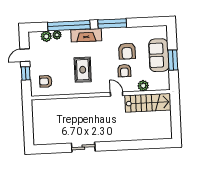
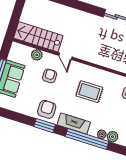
window: (112, 24) -> (45, 126), width x0.69
armchair: (127, 51) -> (47, 109), moved
rug: (83, 70) -> (89, 92), turned 90

